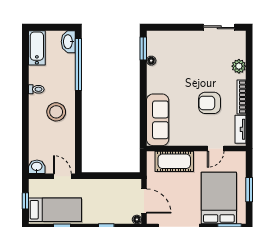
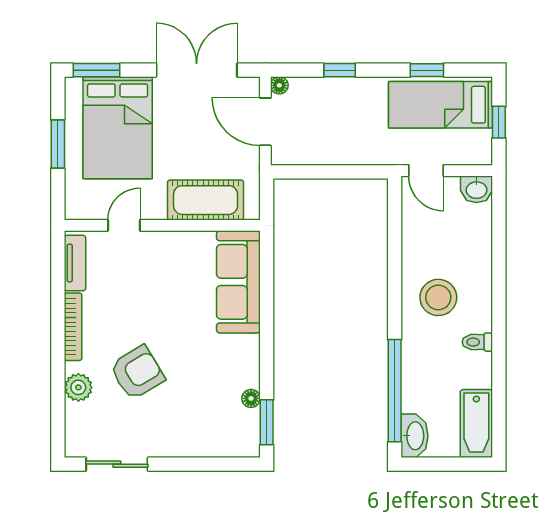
armchair: (210, 103) -> (137, 373), moved, turned -31

